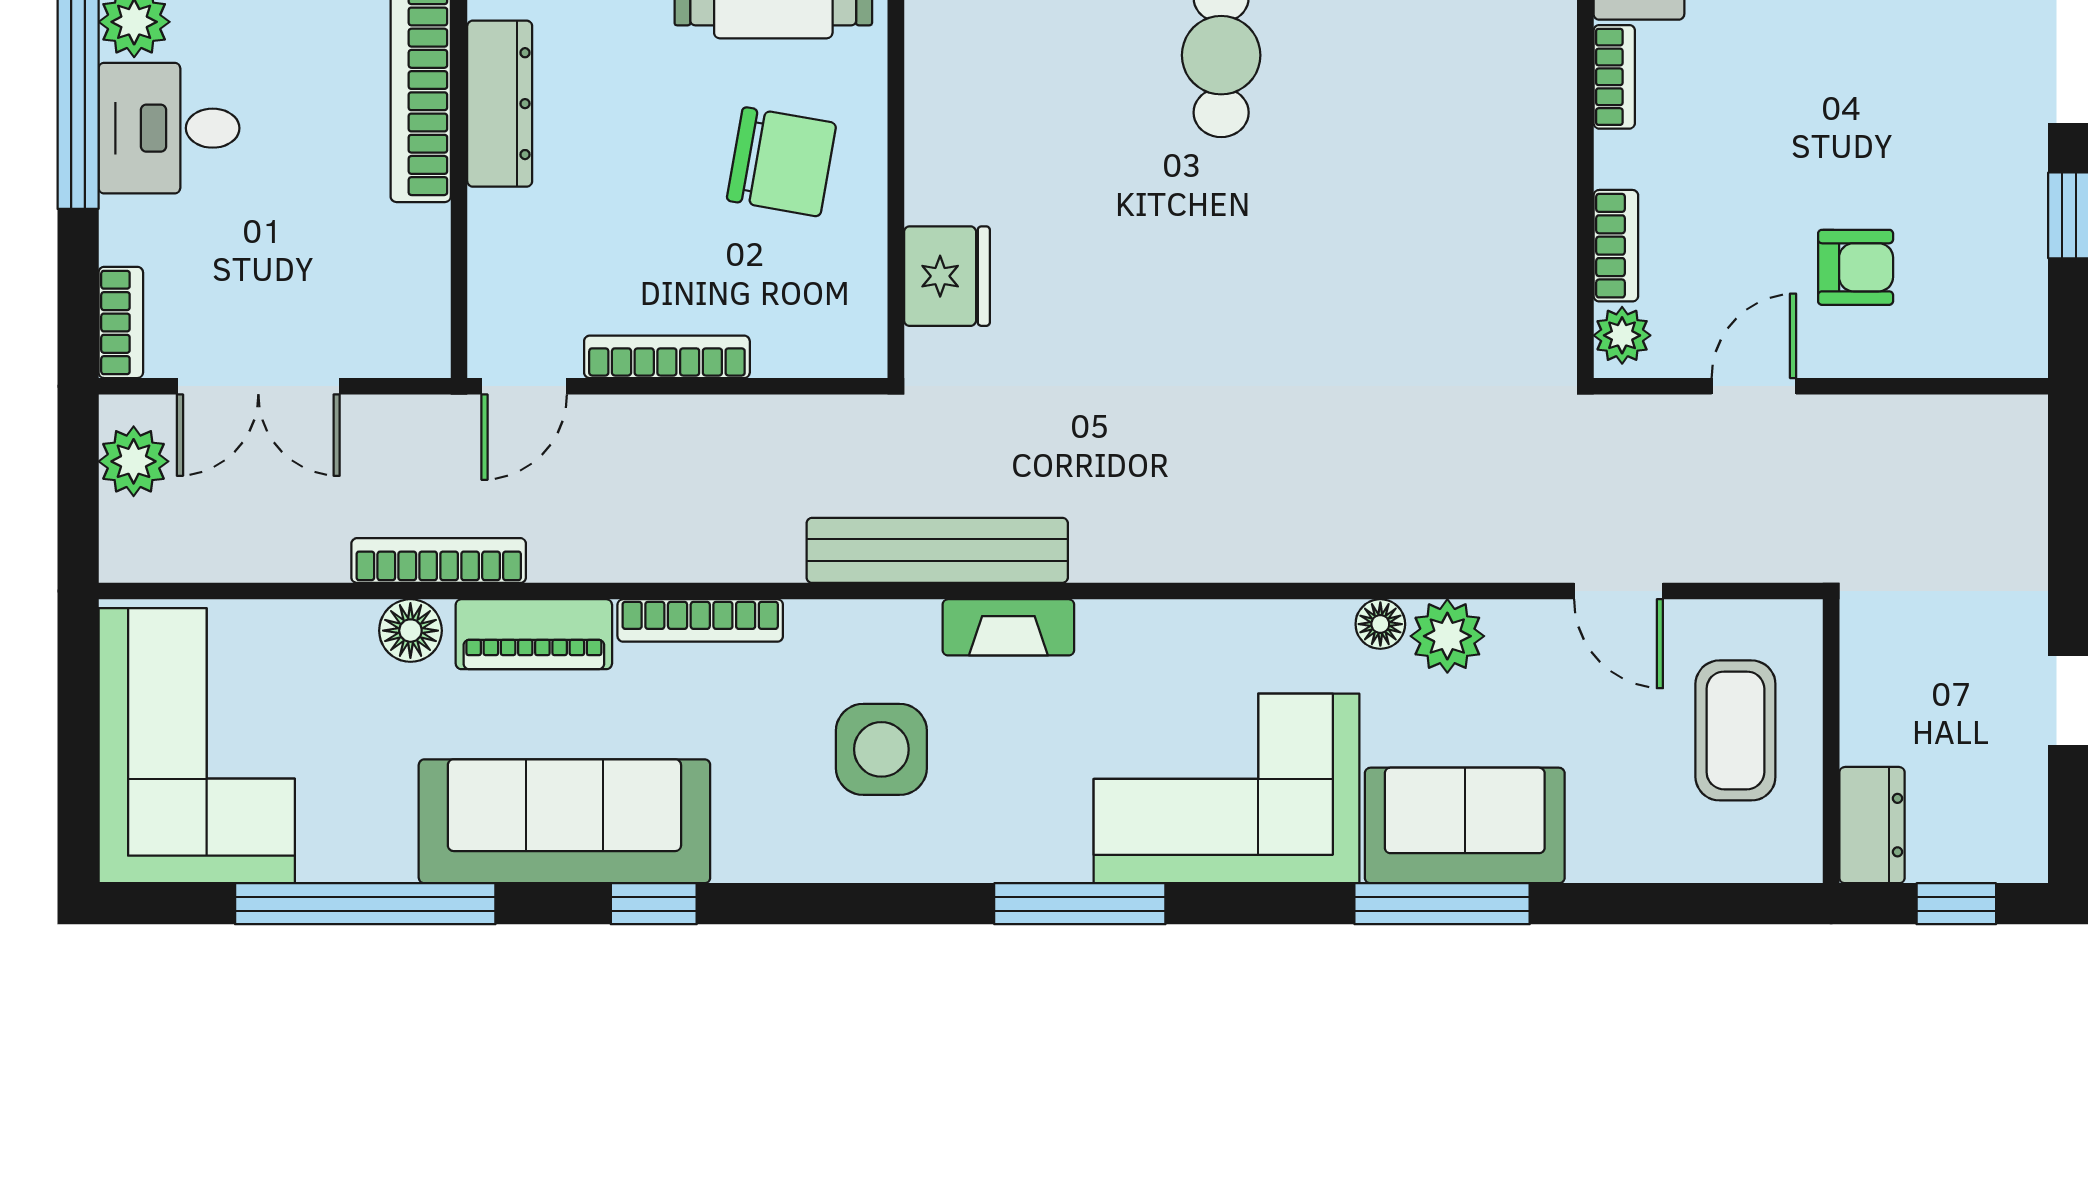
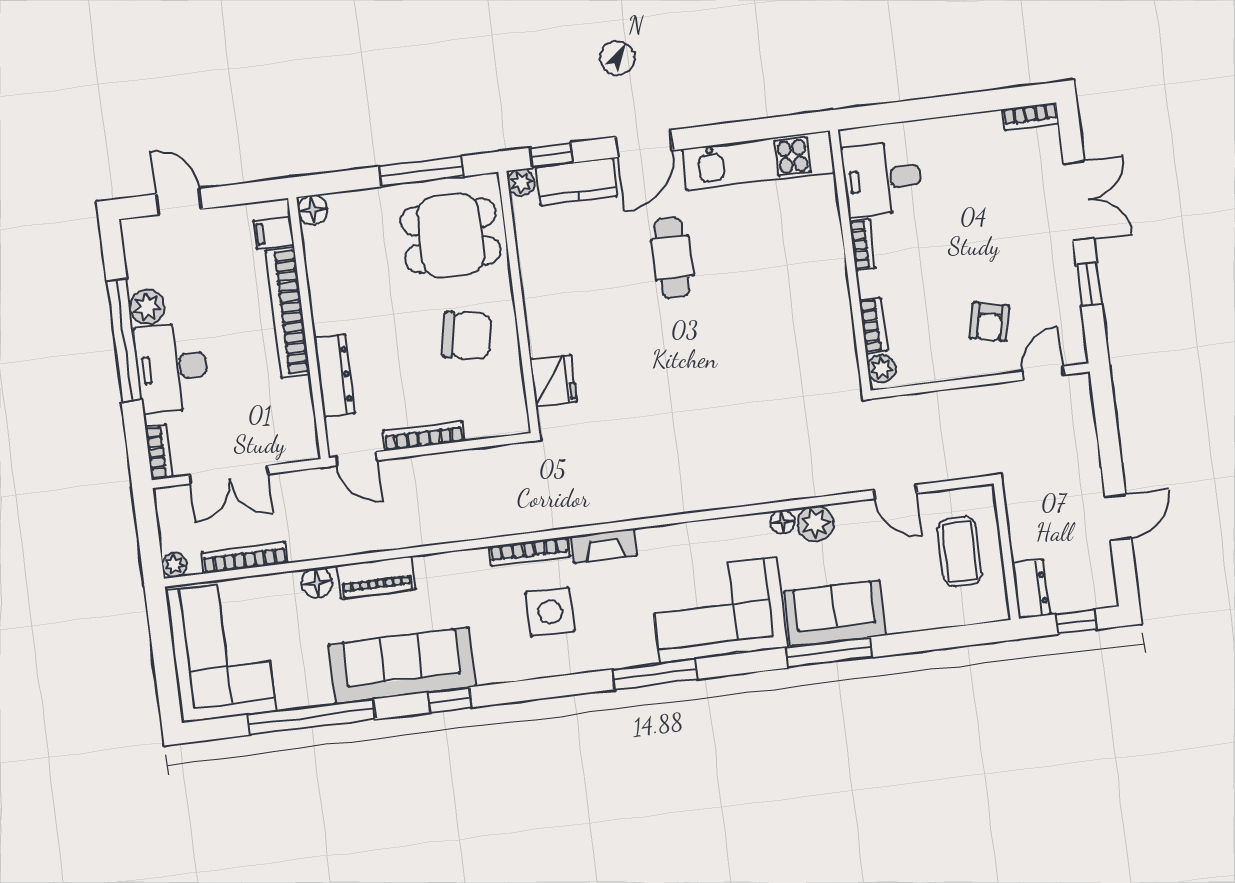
dresser: (500, 104) -> (334, 375), moved
desk: (169, 128) -> (172, 368), width x1.37
armchair: (1856, 267) -> (990, 322), turned 102
door: (524, 386) -> (357, 459), hinge flipped
door: (1754, 386) -> (1043, 373), moved
plant: (134, 461) -> (174, 565), moved, width x0.73, depth x0.73
bench: (937, 550) -> (565, 513), removed
bookcase: (439, 561) -> (244, 558), moved
bookcase: (700, 620) -> (529, 552), moved

